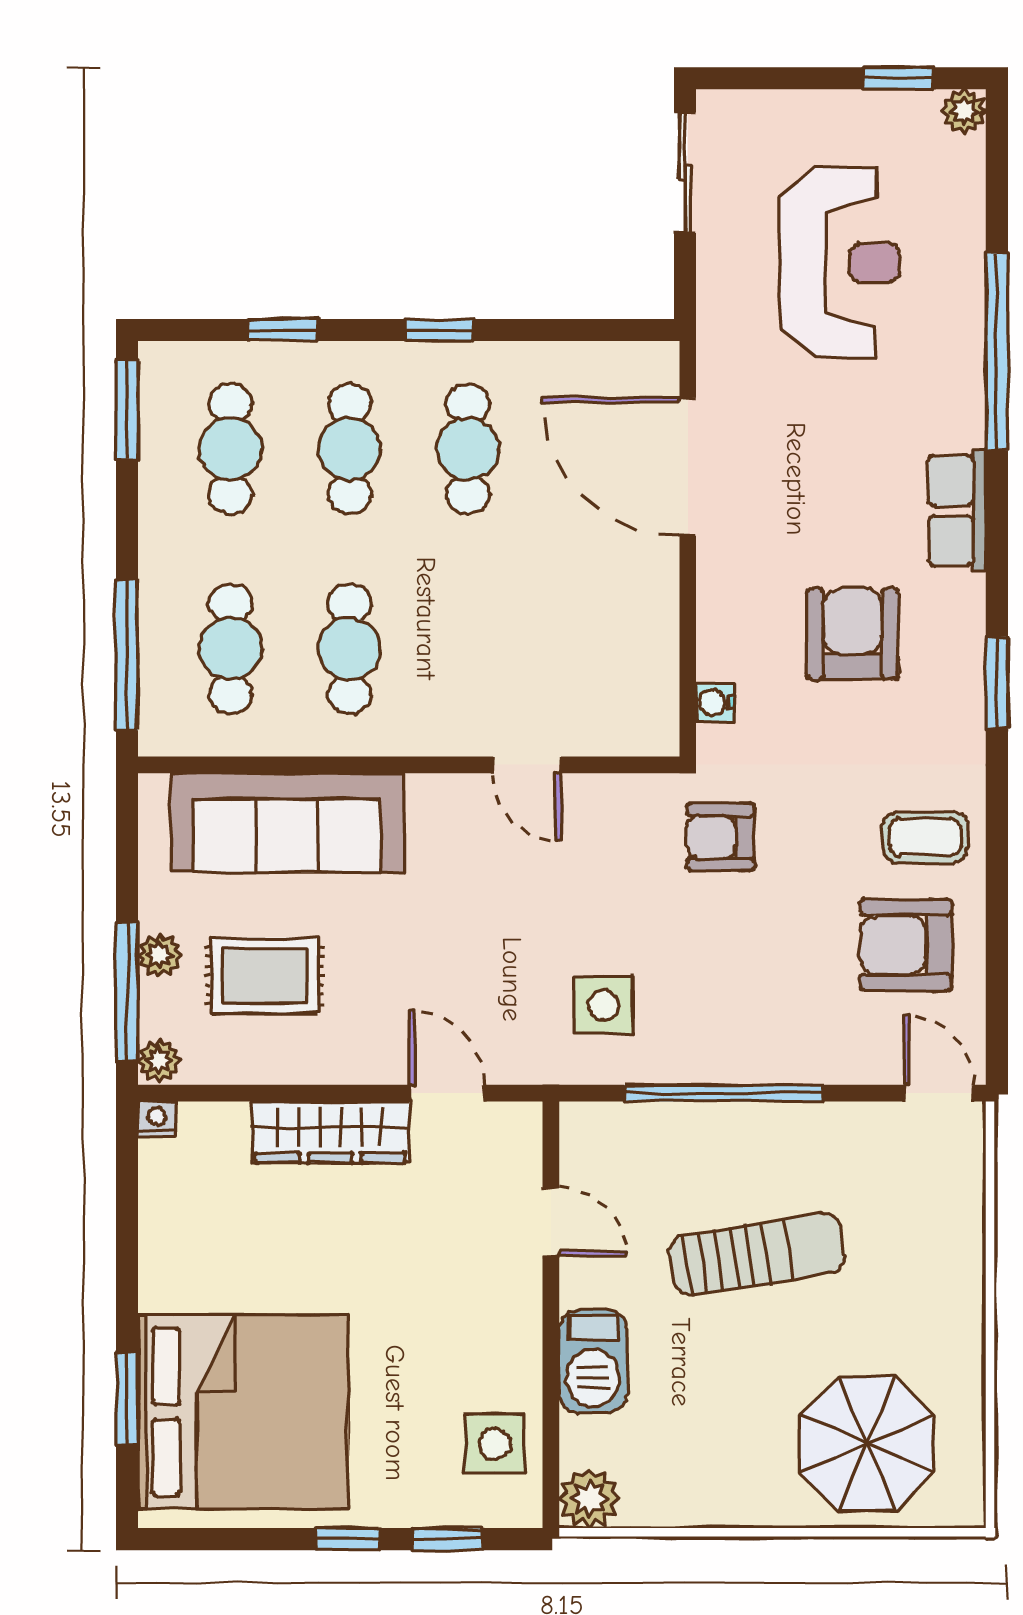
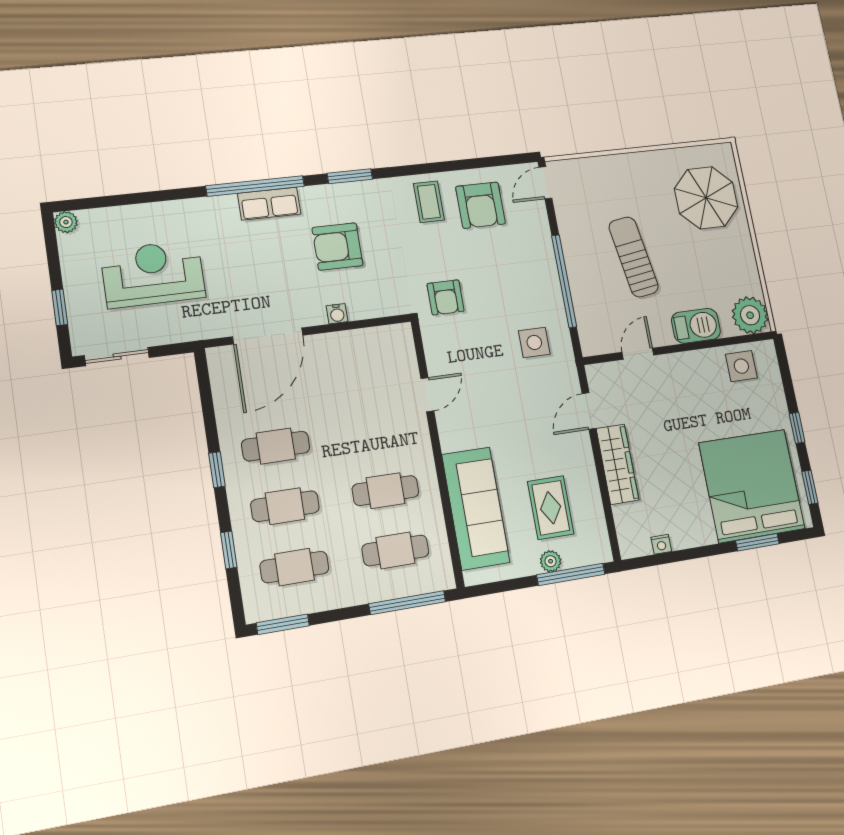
window: (898, 78) -> (60, 307), moved
window: (997, 352) -> (255, 186), moved
water cooler: (715, 702) -> (337, 314), moved
plant: (159, 1060) -> (600, 553), removed
nightstand: (157, 1119) -> (661, 544), moved, turned -90
plant: (589, 1498) -> (750, 315), width x1.36, depth x1.36
window: (447, 1539) -> (810, 487), moved

